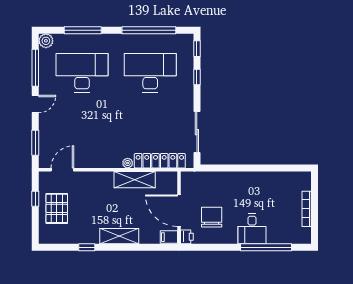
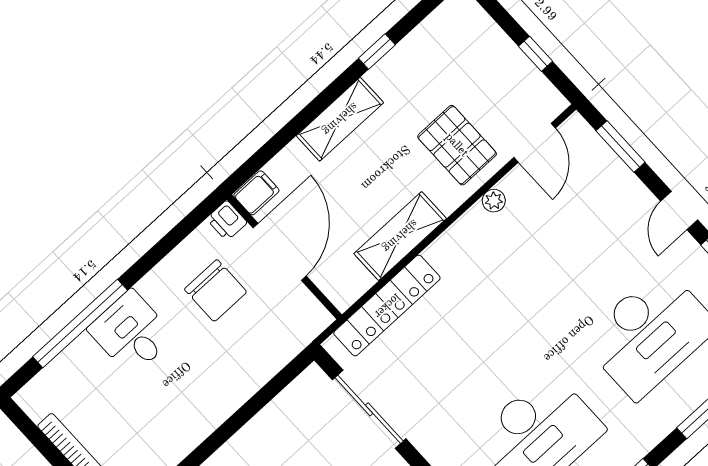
plant: (128, 163) -> (494, 201), moved
pallet: (57, 208) -> (457, 145), moved
door: (179, 211) -> (280, 252), hinge flipped

